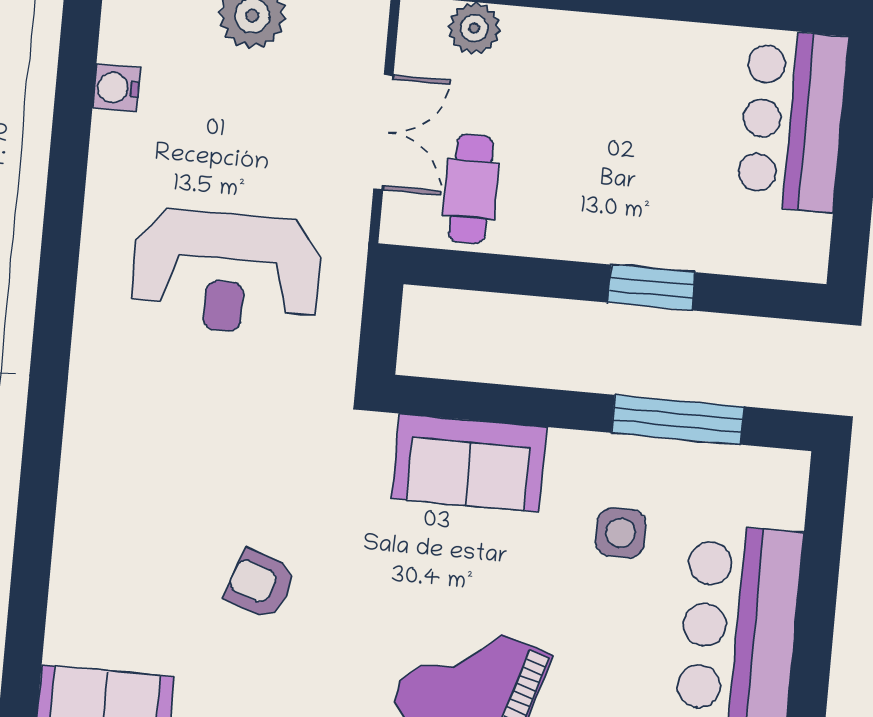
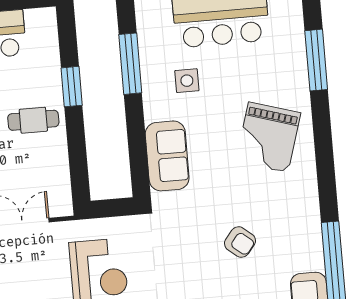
cafe table: (471, 189) -> (33, 120), moved
armchair: (260, 584) -> (240, 242), turned -70

